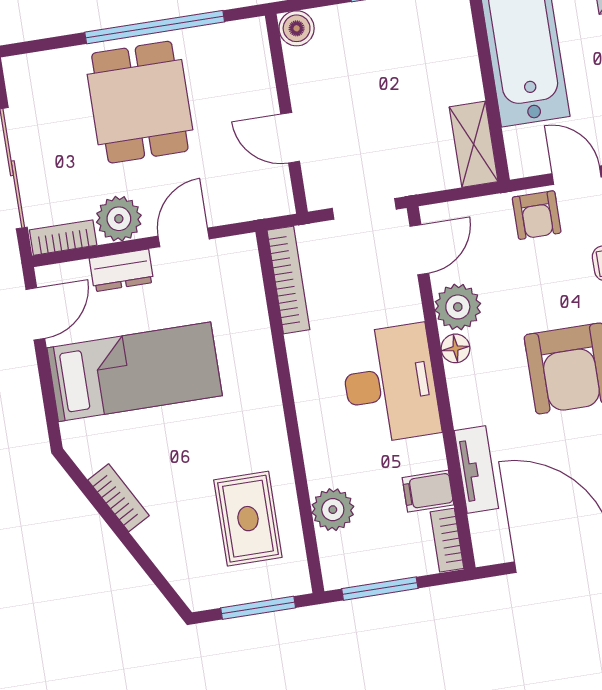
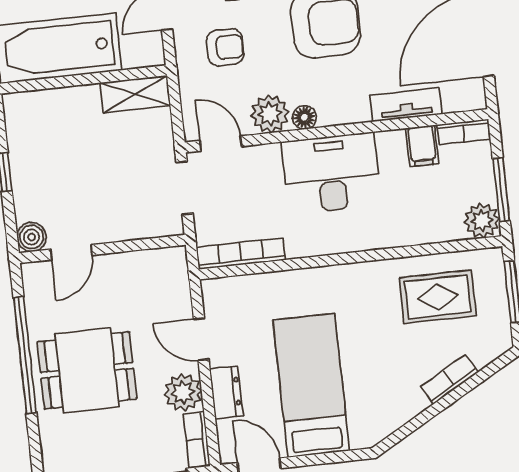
door: (290, 138) -> (71, 252), moved
armchair: (537, 215) -> (225, 47), moved
bookcase: (119, 498) -> (449, 379), moved
plant: (333, 510) -> (482, 220), moved

